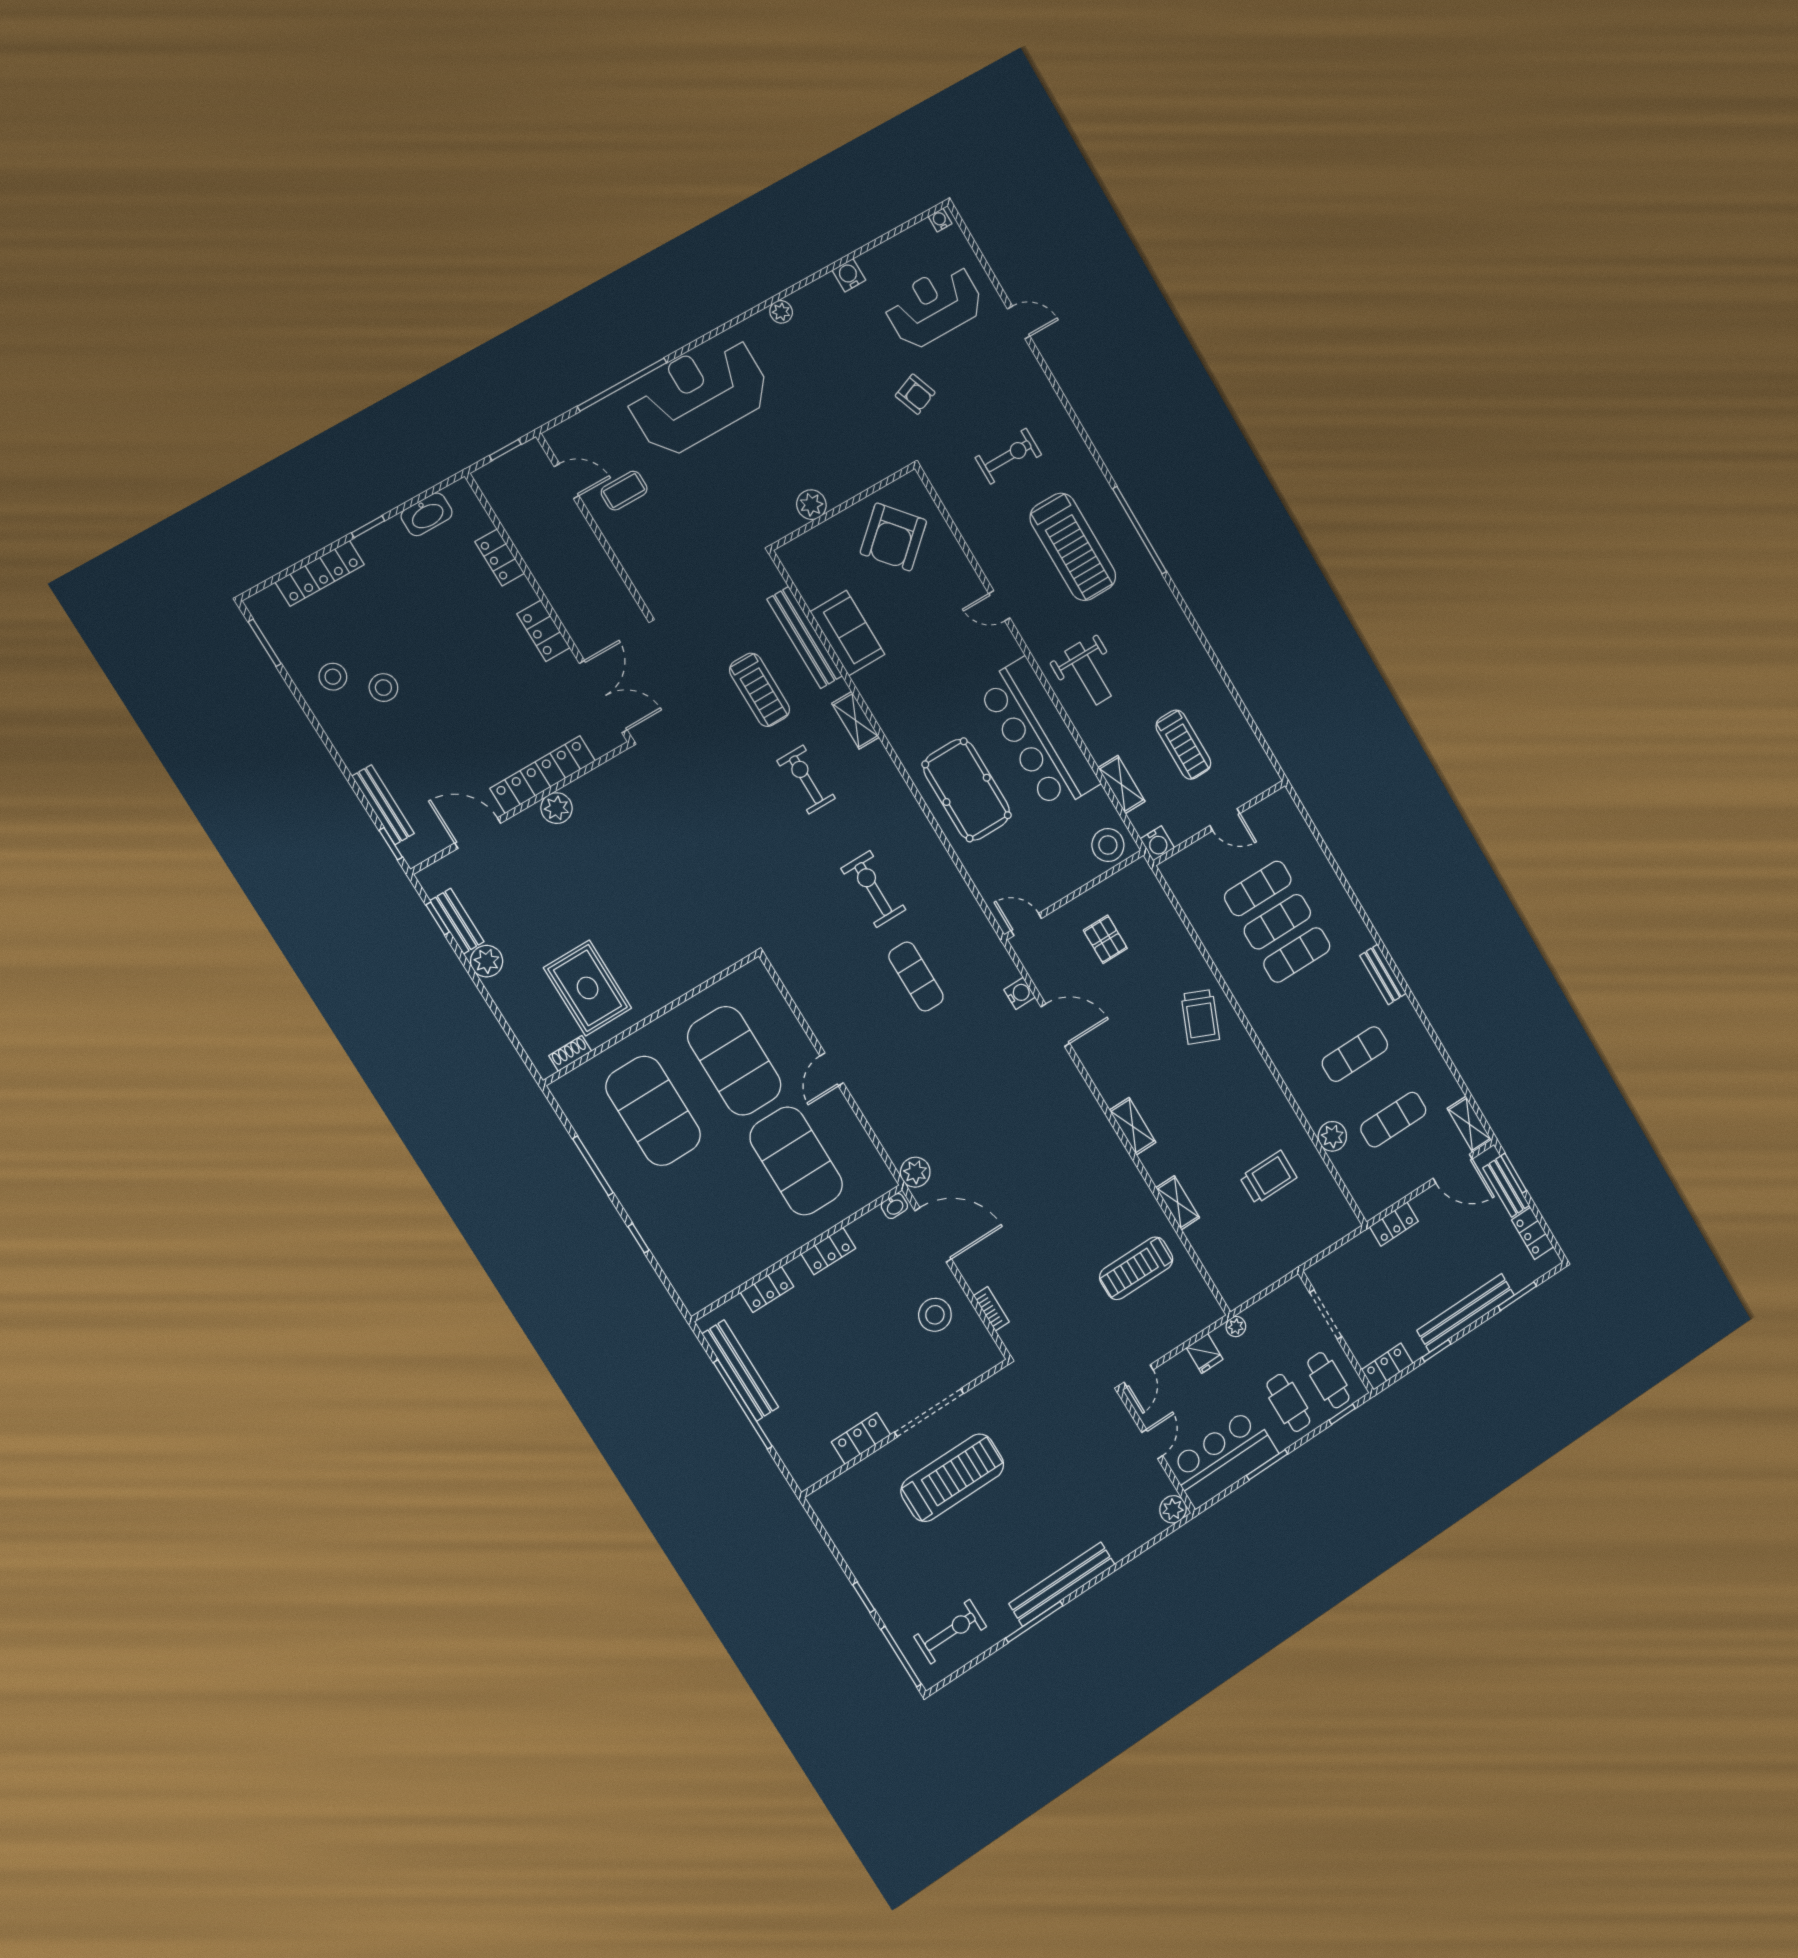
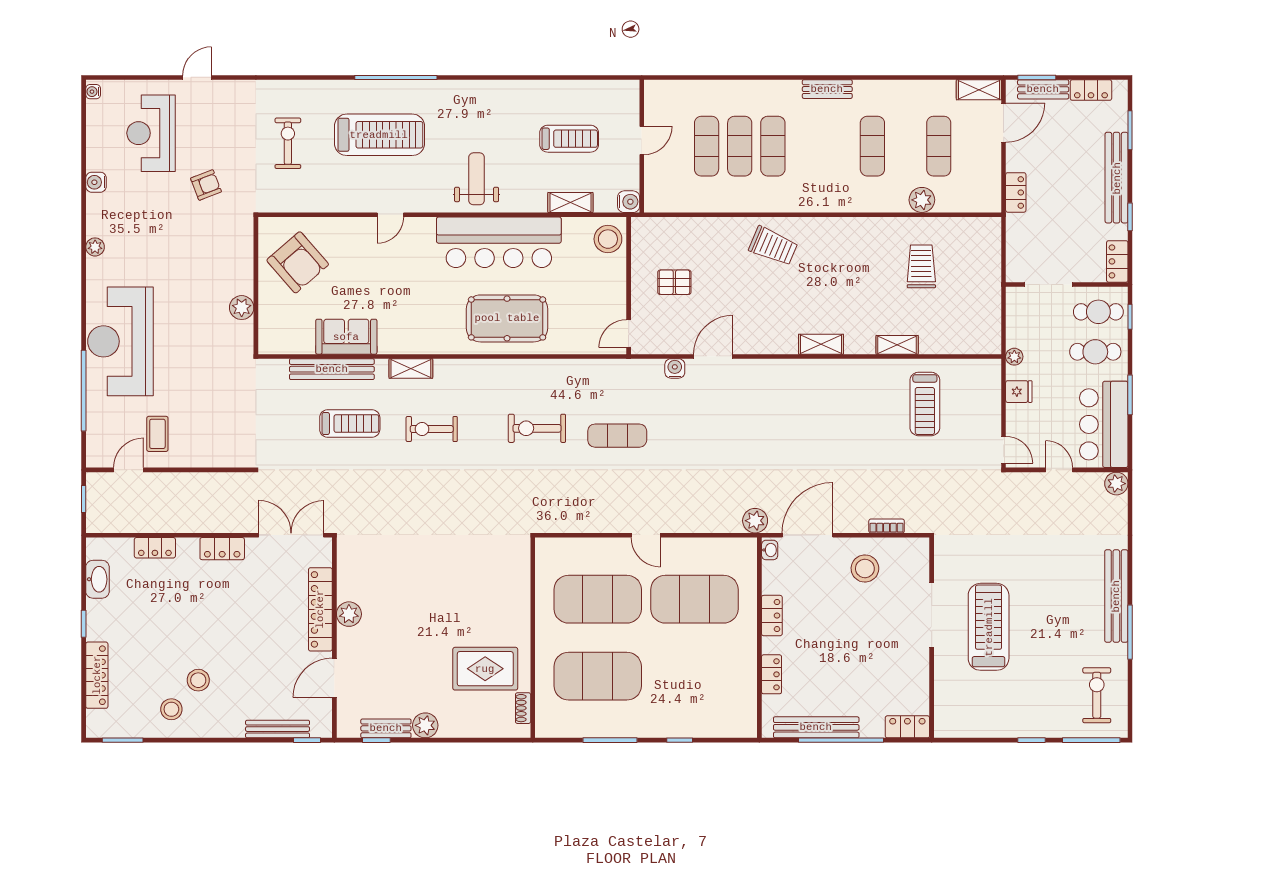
weight bench: (1088, 674) -> (477, 179), turned -90
locker: (861, 1438) -> (907, 727), moved, turned 90

